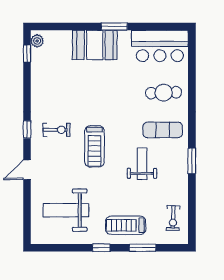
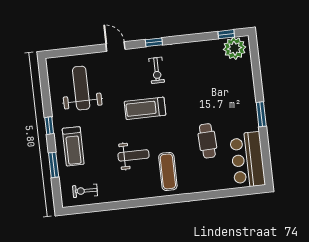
plant: (37, 41) -> (235, 48), width x1.87, depth x1.87
booth: (95, 45) -> (241, 98), removed
cafe table: (164, 93) -> (207, 141), moved
window: (192, 161) -> (142, 203), removed
treadmill: (126, 225) -> (73, 146), turned 180

